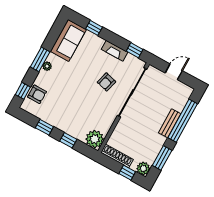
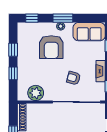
armchair: (37, 94) -> (51, 47), moved, width x1.88, depth x1.88
plant: (95, 139) -> (36, 93), moved

